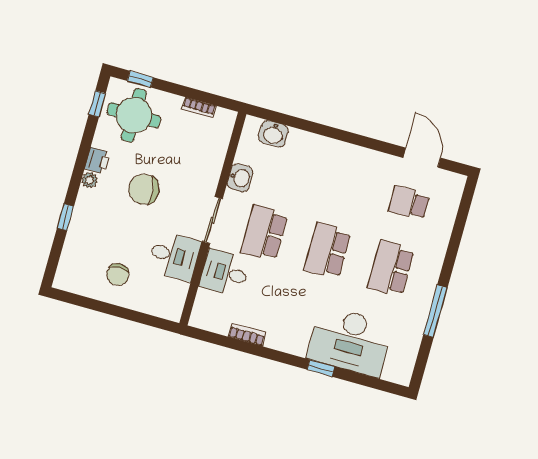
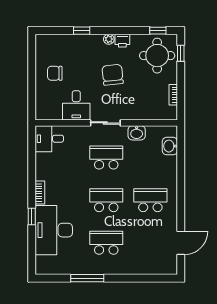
school desk: (409, 203) -> (150, 200), moved, width x1.85
desk: (225, 273) -> (49, 139), moved, turned -90
bookcase: (247, 335) -> (40, 193), moved

